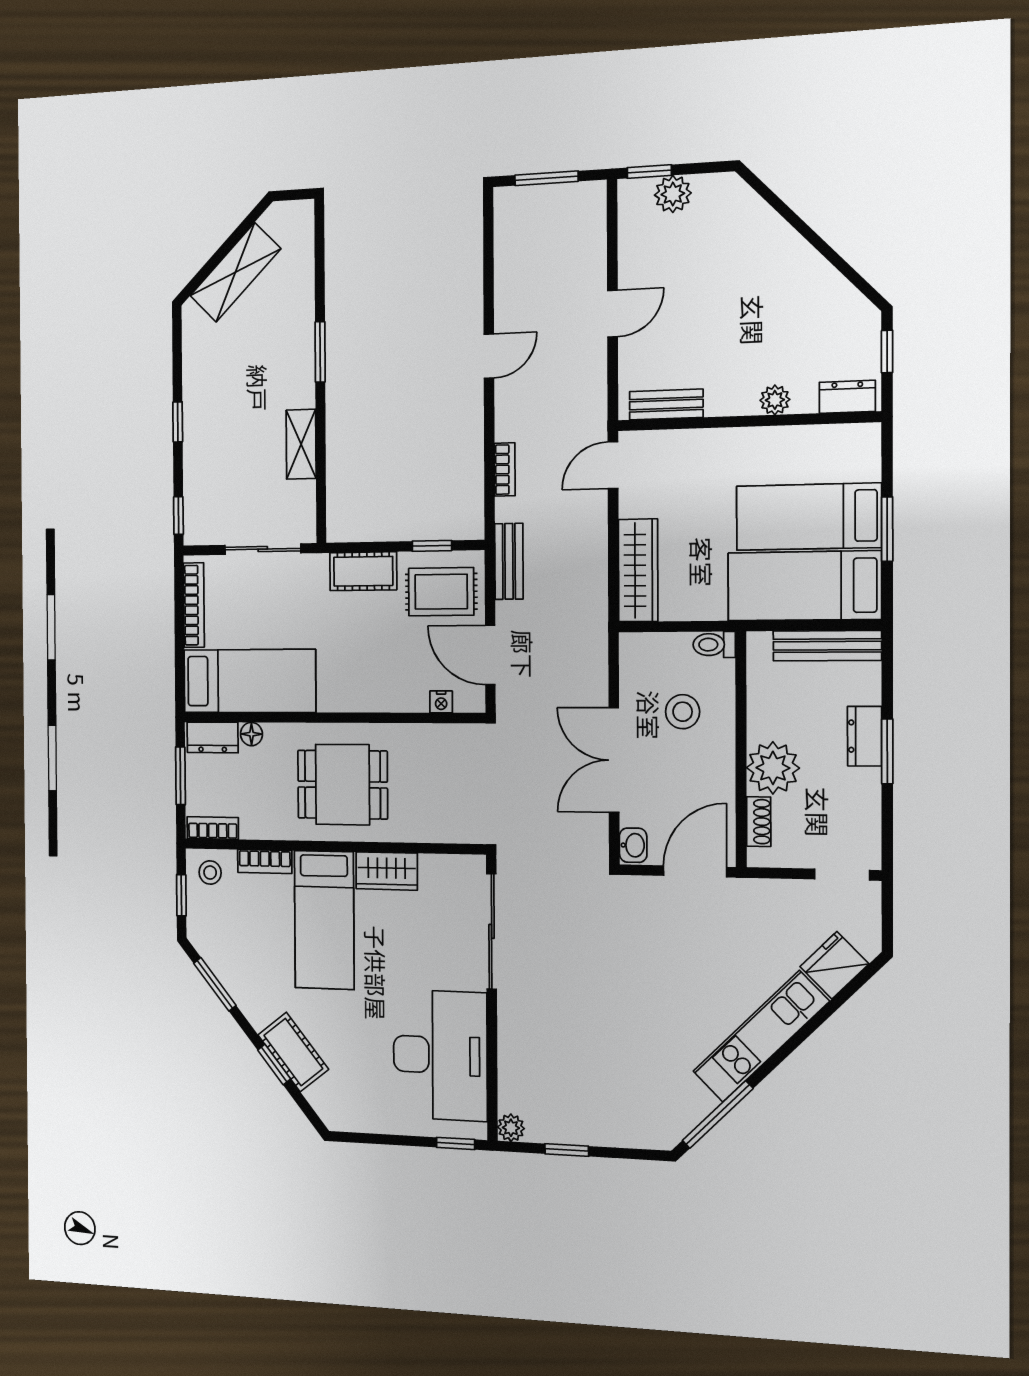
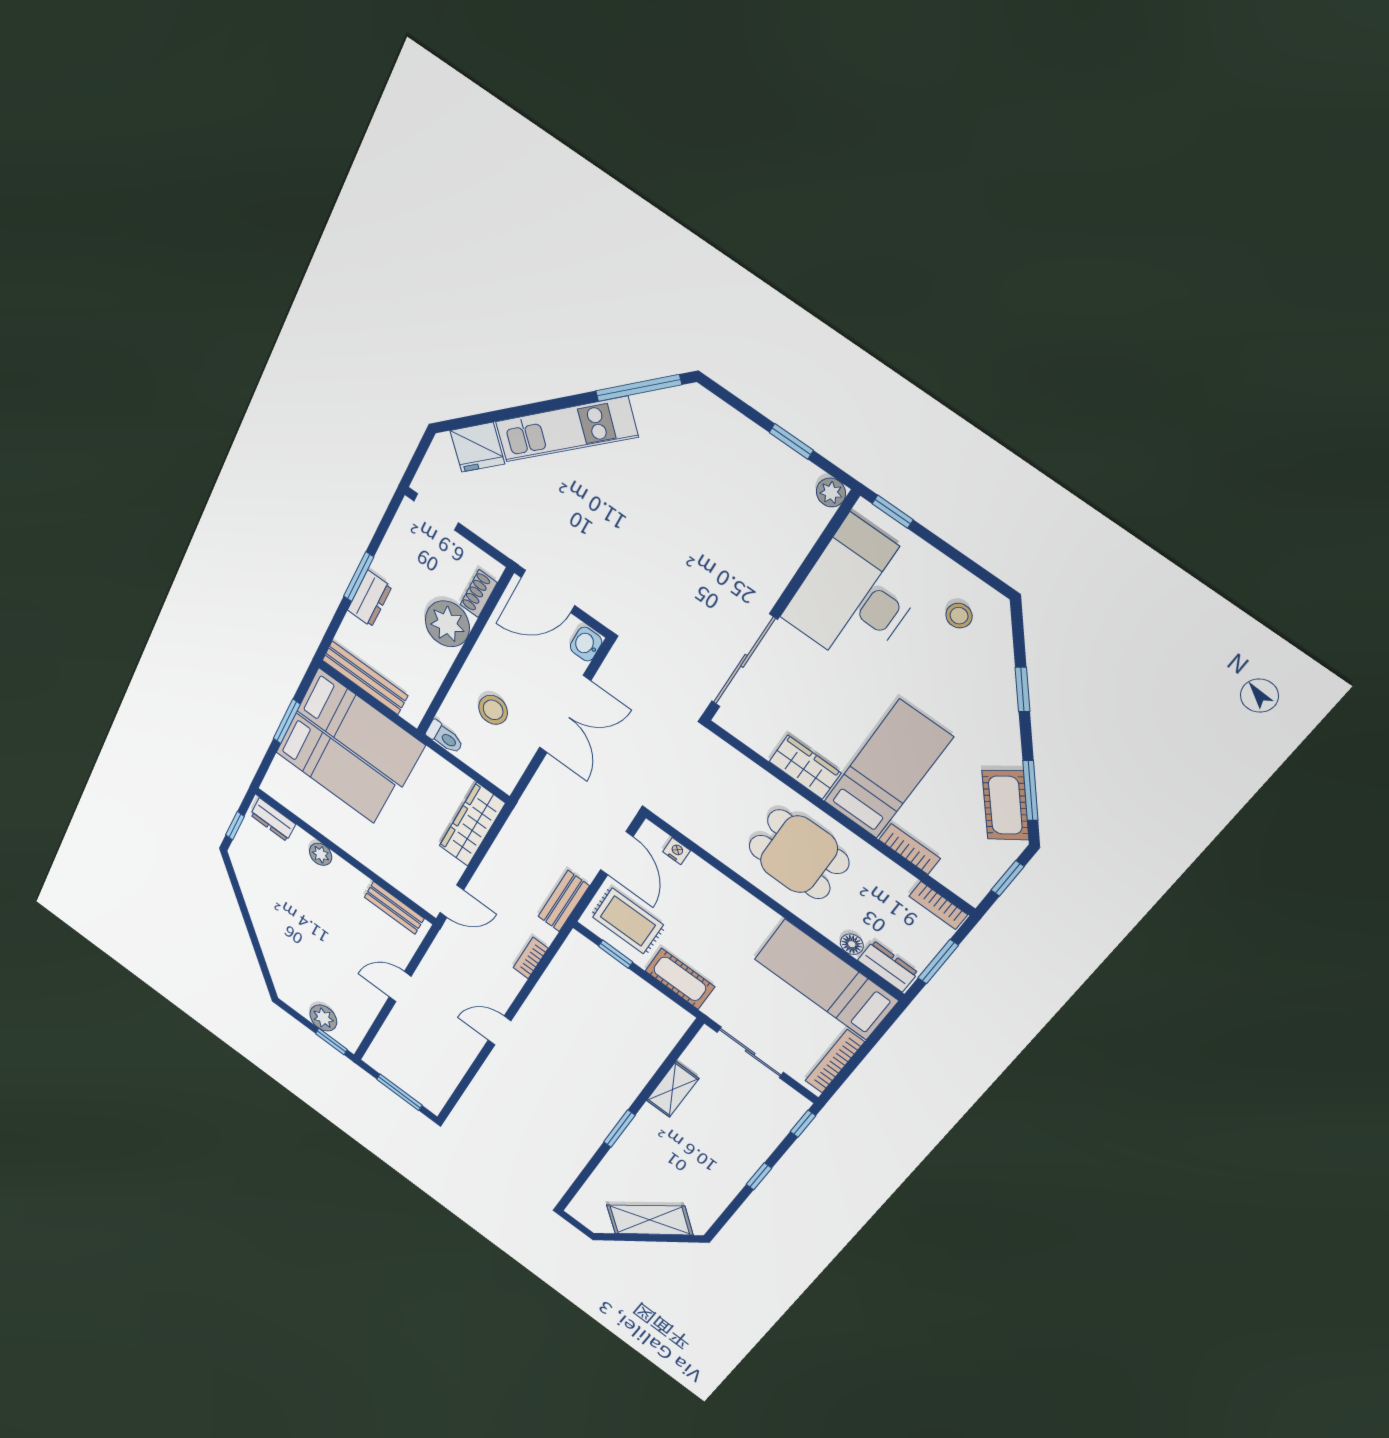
stool: (210, 873) -> (959, 616), moved
cot: (293, 1052) -> (1005, 805), moved

